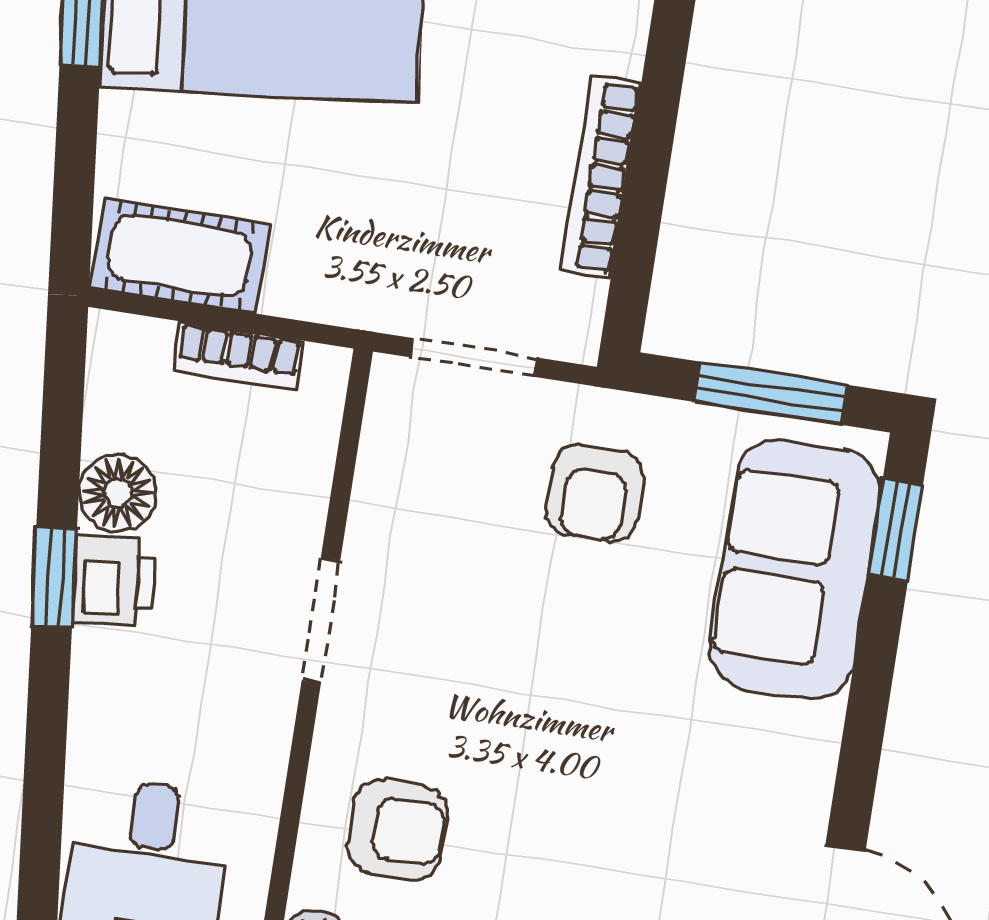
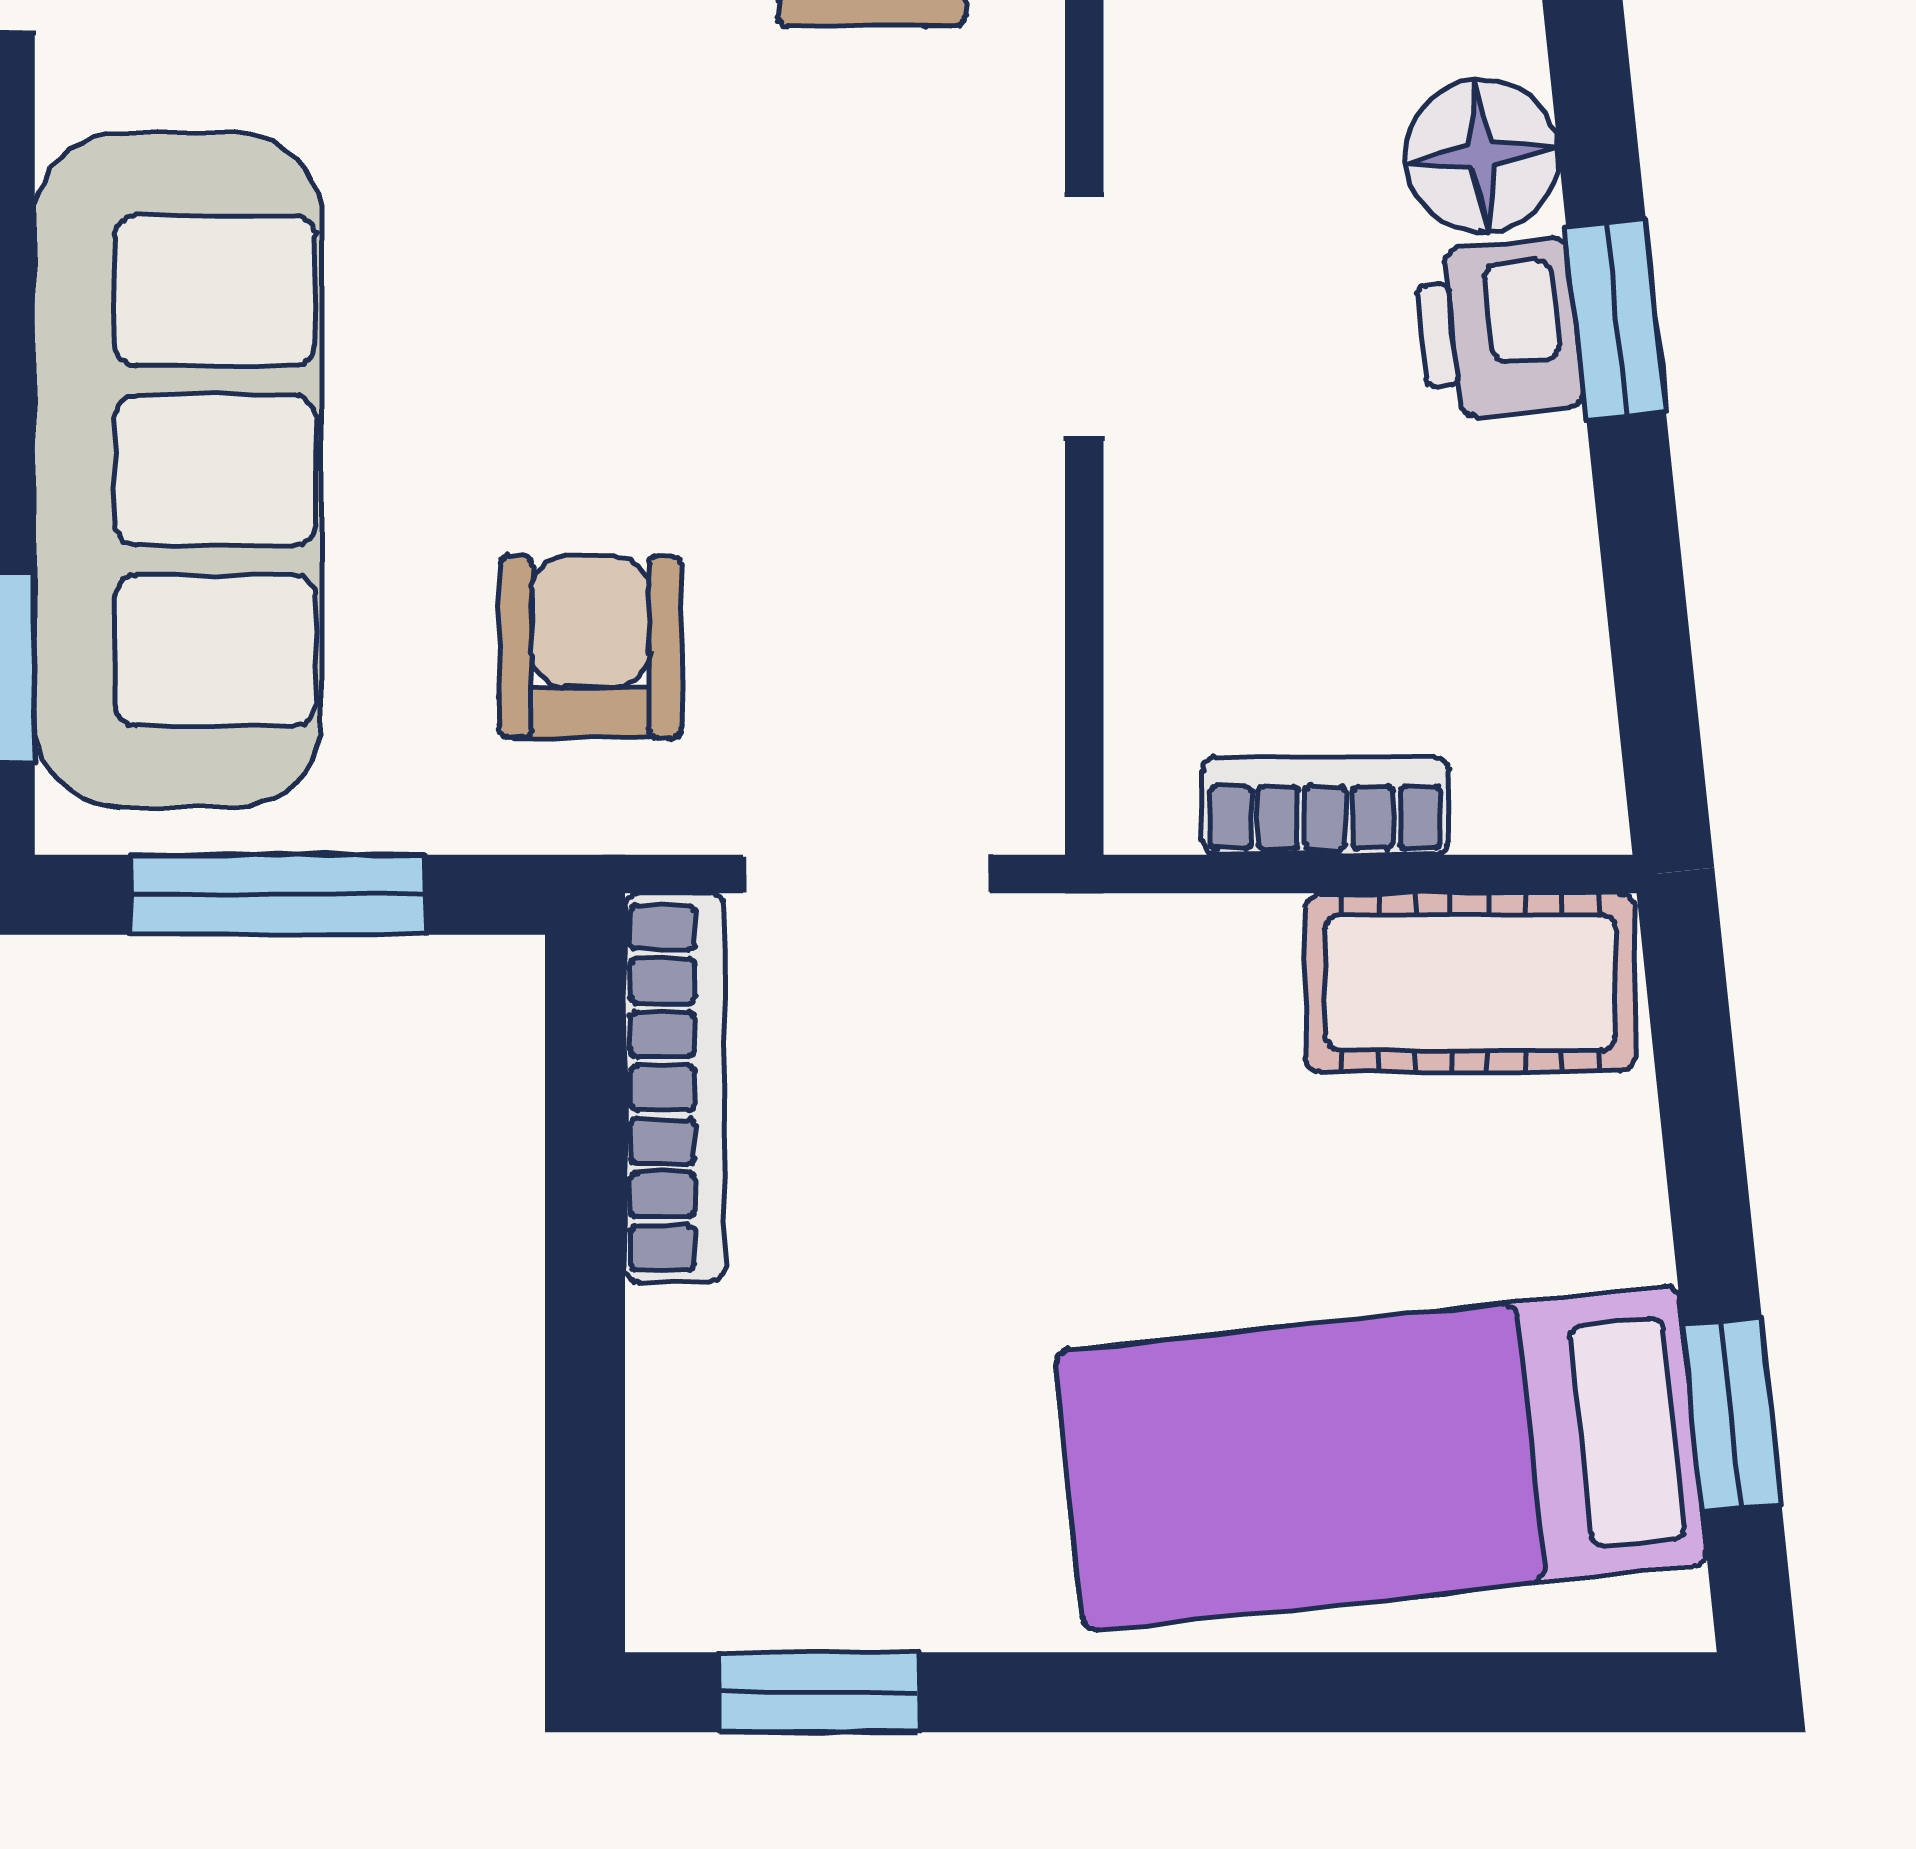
bookcase: (601, 177) -> (675, 1088), moved
floor lamp: (118, 493) -> (1481, 155), moved
sofa: (795, 570) -> (178, 470), width x1.36

